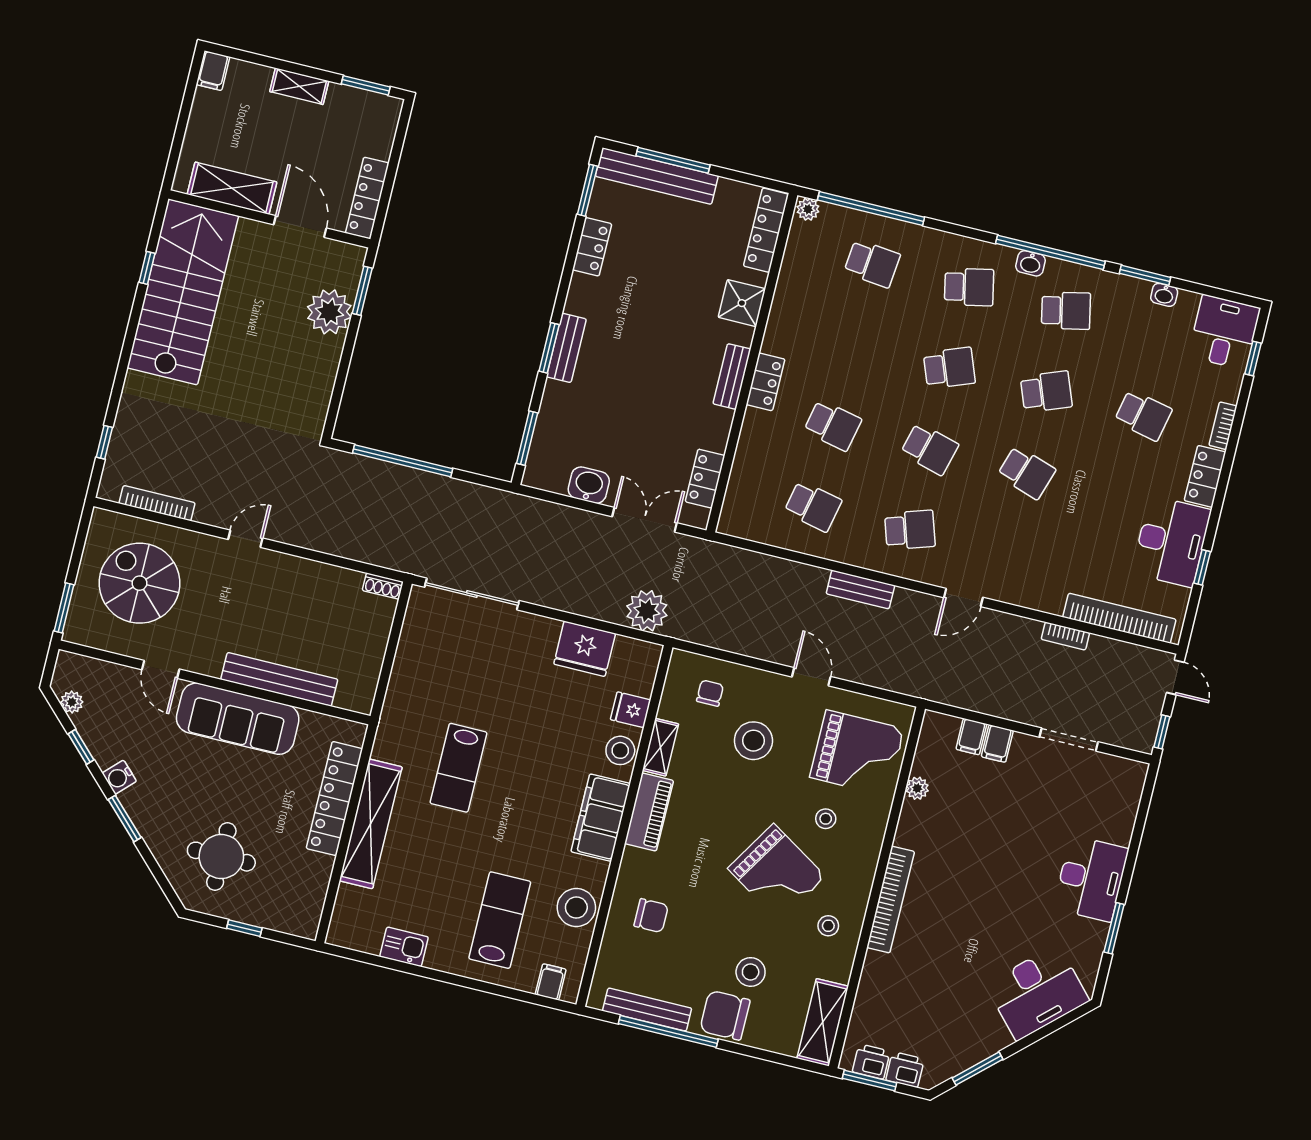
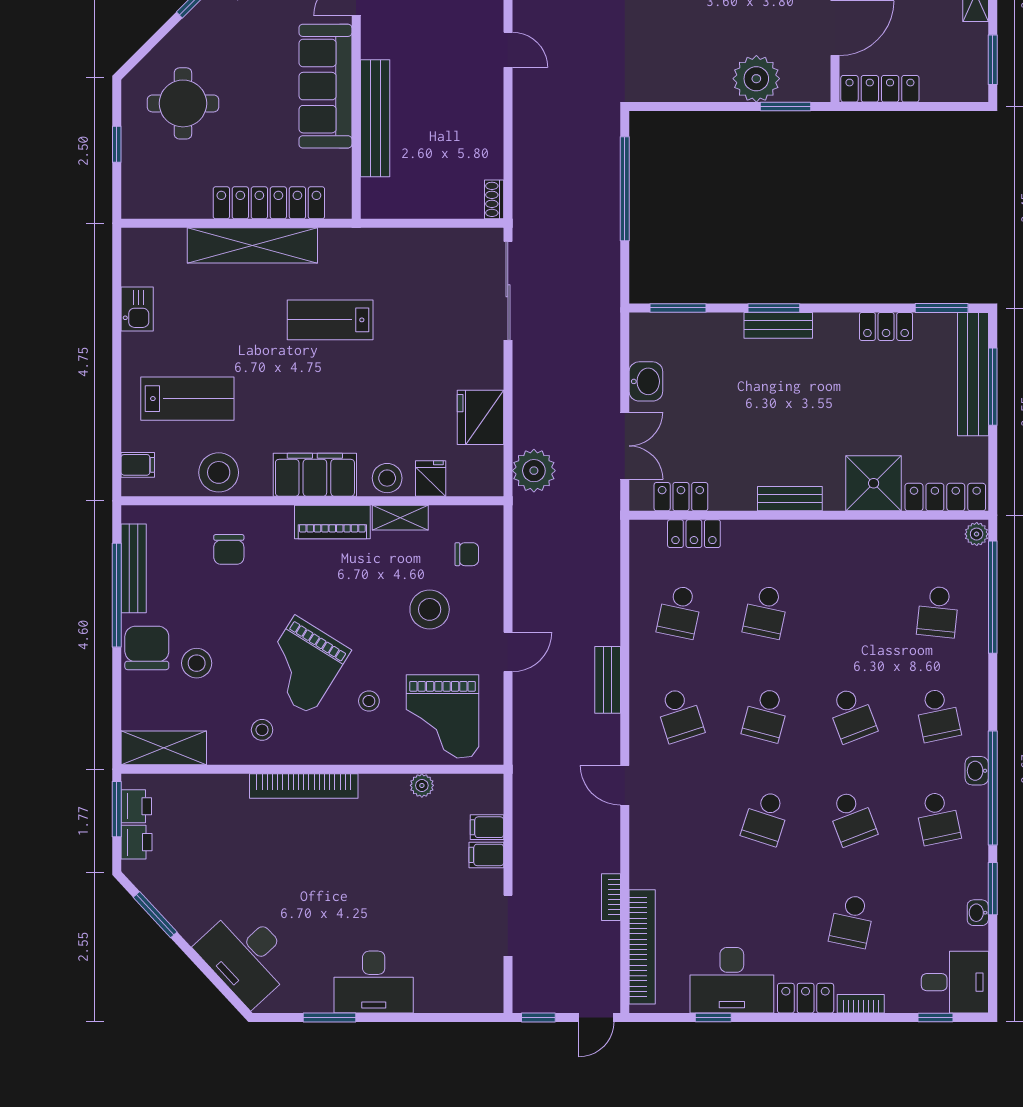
shower: (742, 303) -> (874, 483), width x1.36, depth x1.36
locker: (765, 382) -> (694, 534), moved

